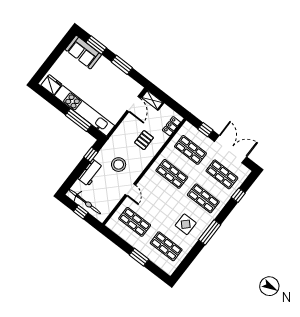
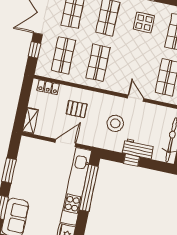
door: (133, 104) -> (65, 143), moved
window: (78, 120) -> (89, 188), width x1.46
window: (91, 155) -> (132, 160), moved
door: (130, 190) -> (136, 98), hinge flipped

